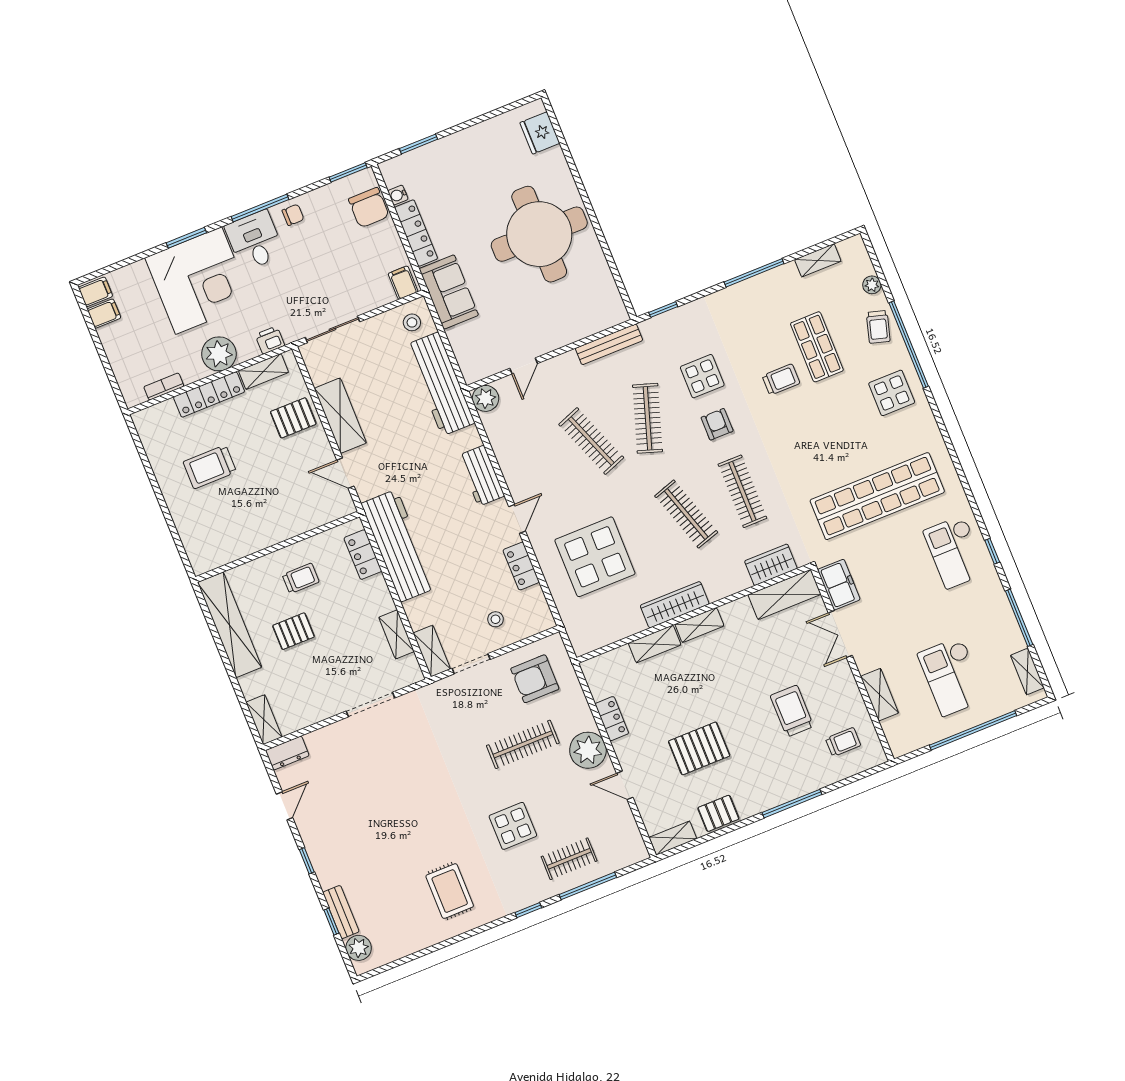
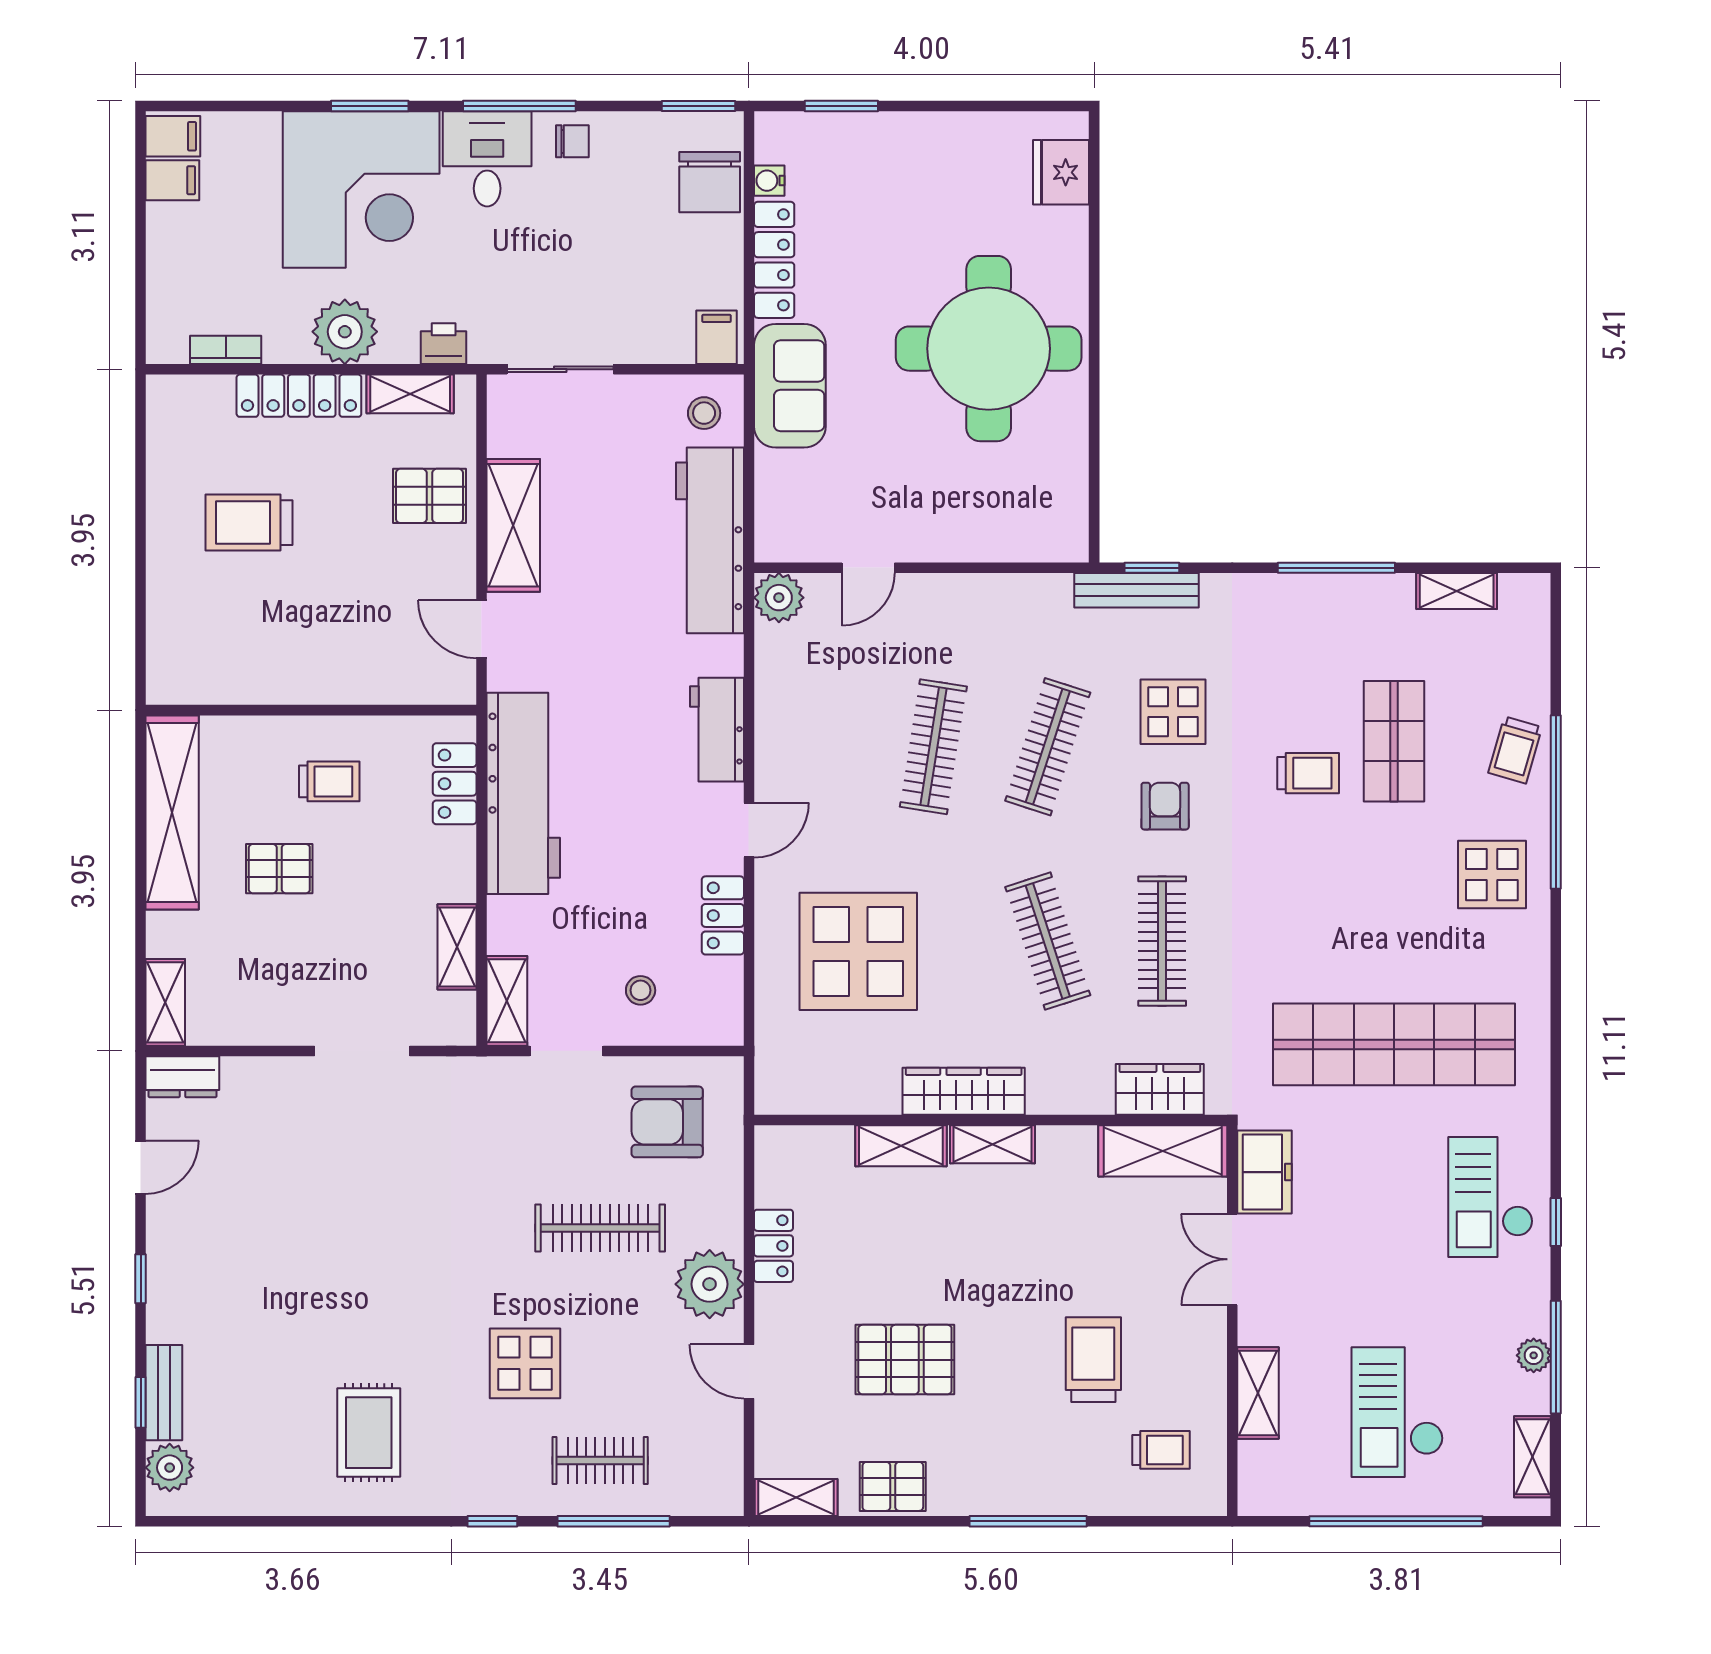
plant: (872, 285) -> (1534, 1355), moved
bench: (609, 344) -> (1137, 590), moved
clothes rail: (591, 441) -> (933, 747), turned 30

